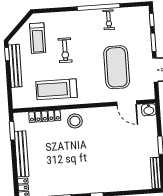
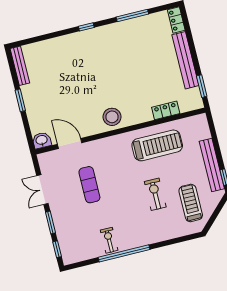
exercise mat: (117, 67) -> (89, 185), width x0.50, depth x0.69
locker: (45, 116) -> (166, 110), width x0.66
stool: (75, 121) -> (112, 117), moved

